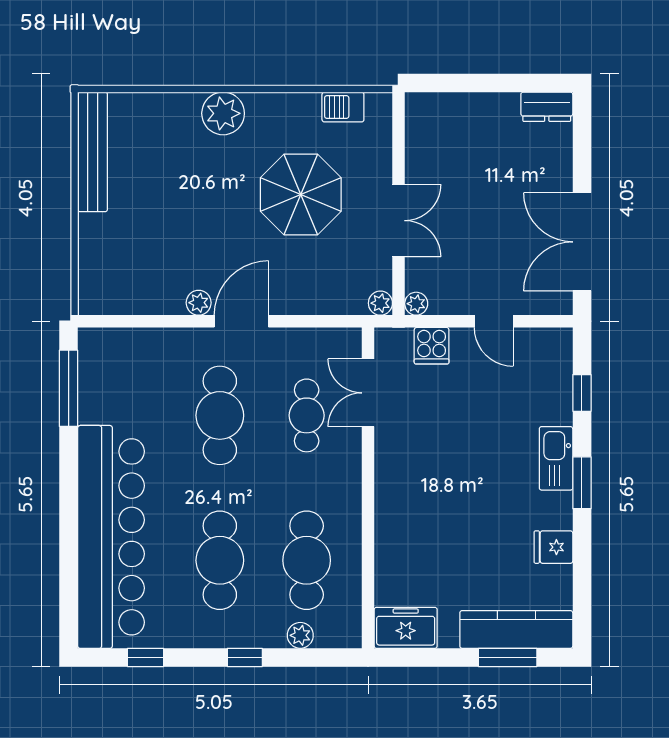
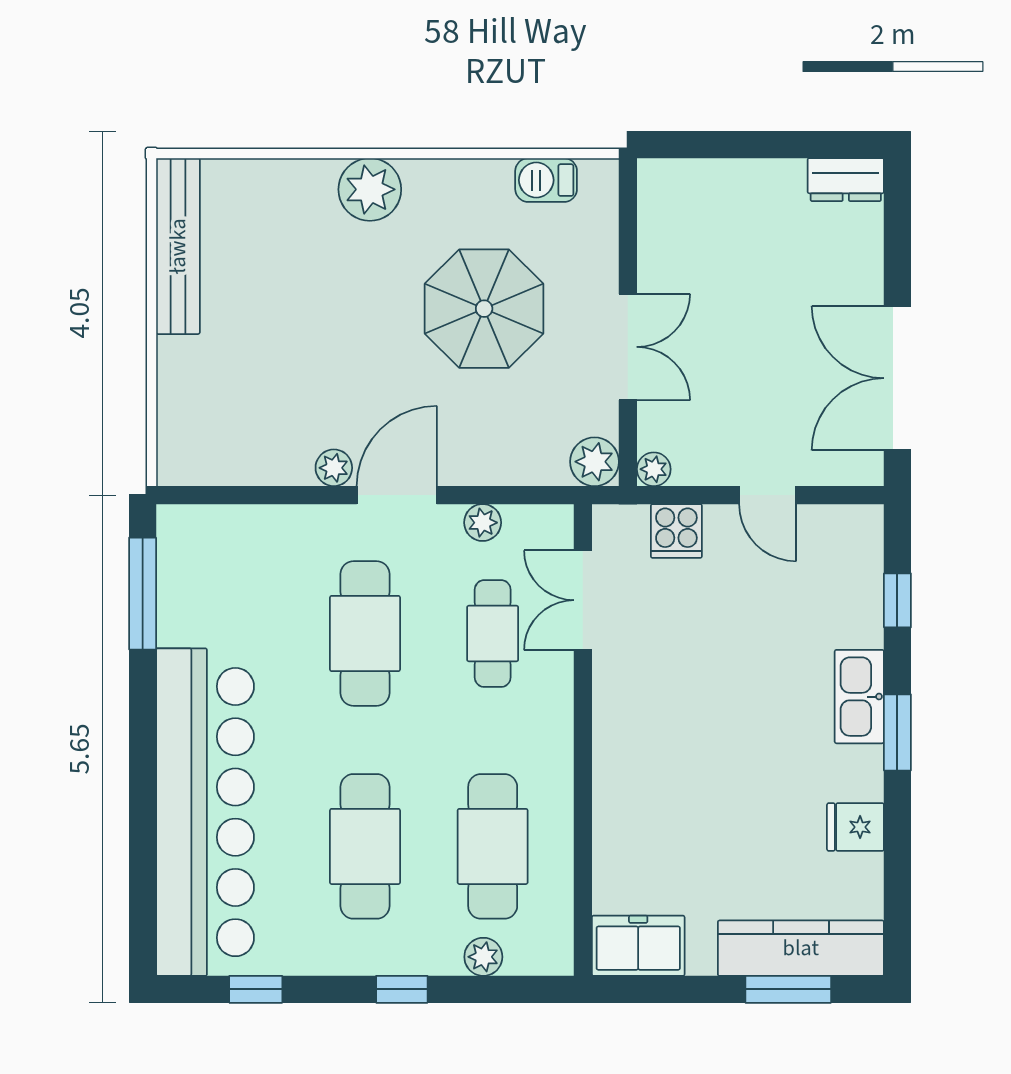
plant: (380, 303) -> (595, 462), width x1.38, depth x1.38
plant: (300, 340) -> (483, 523), added

